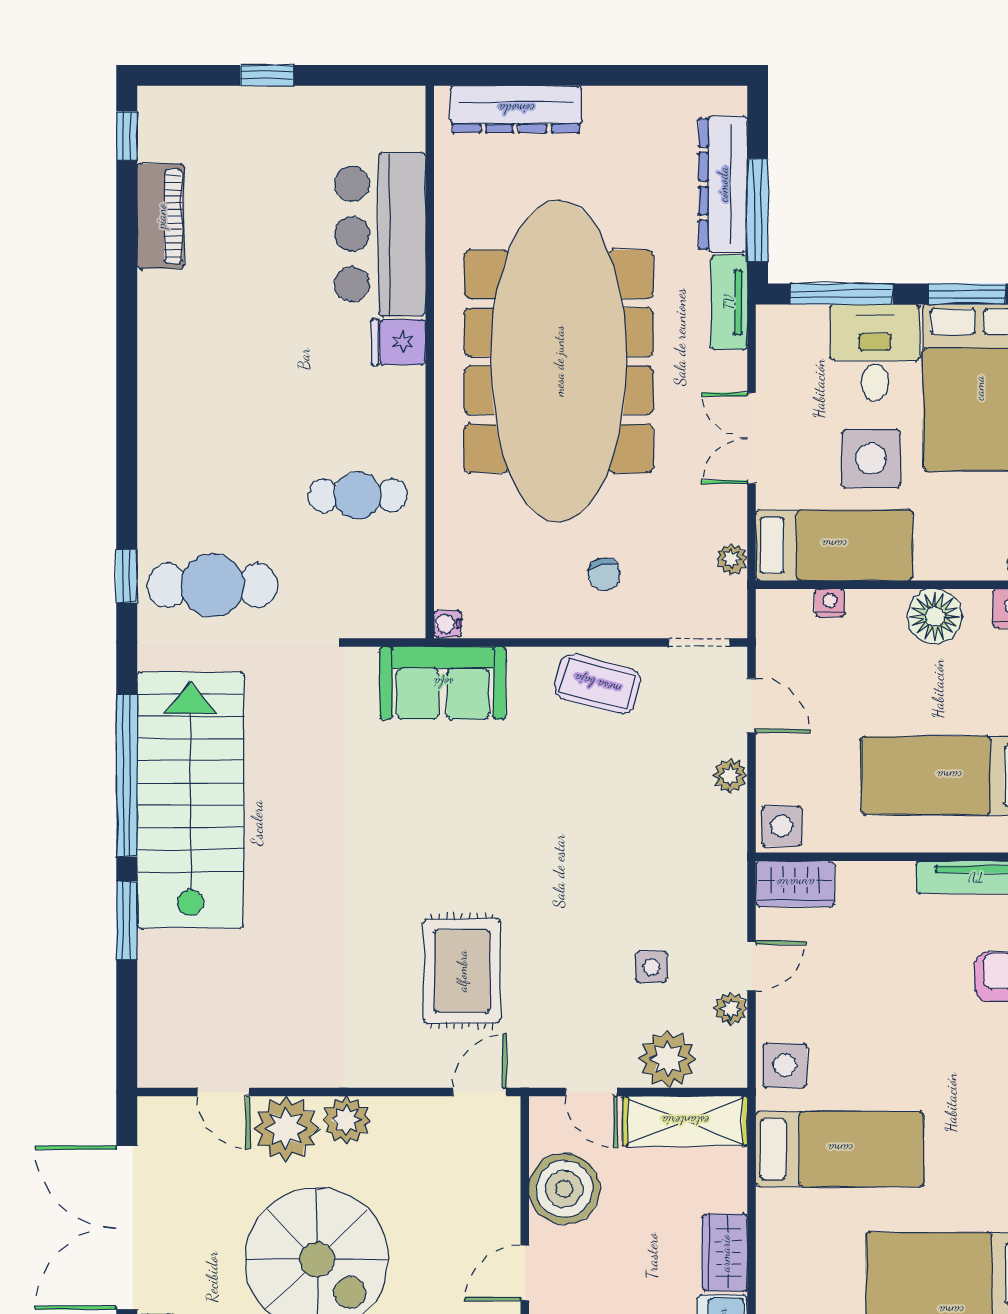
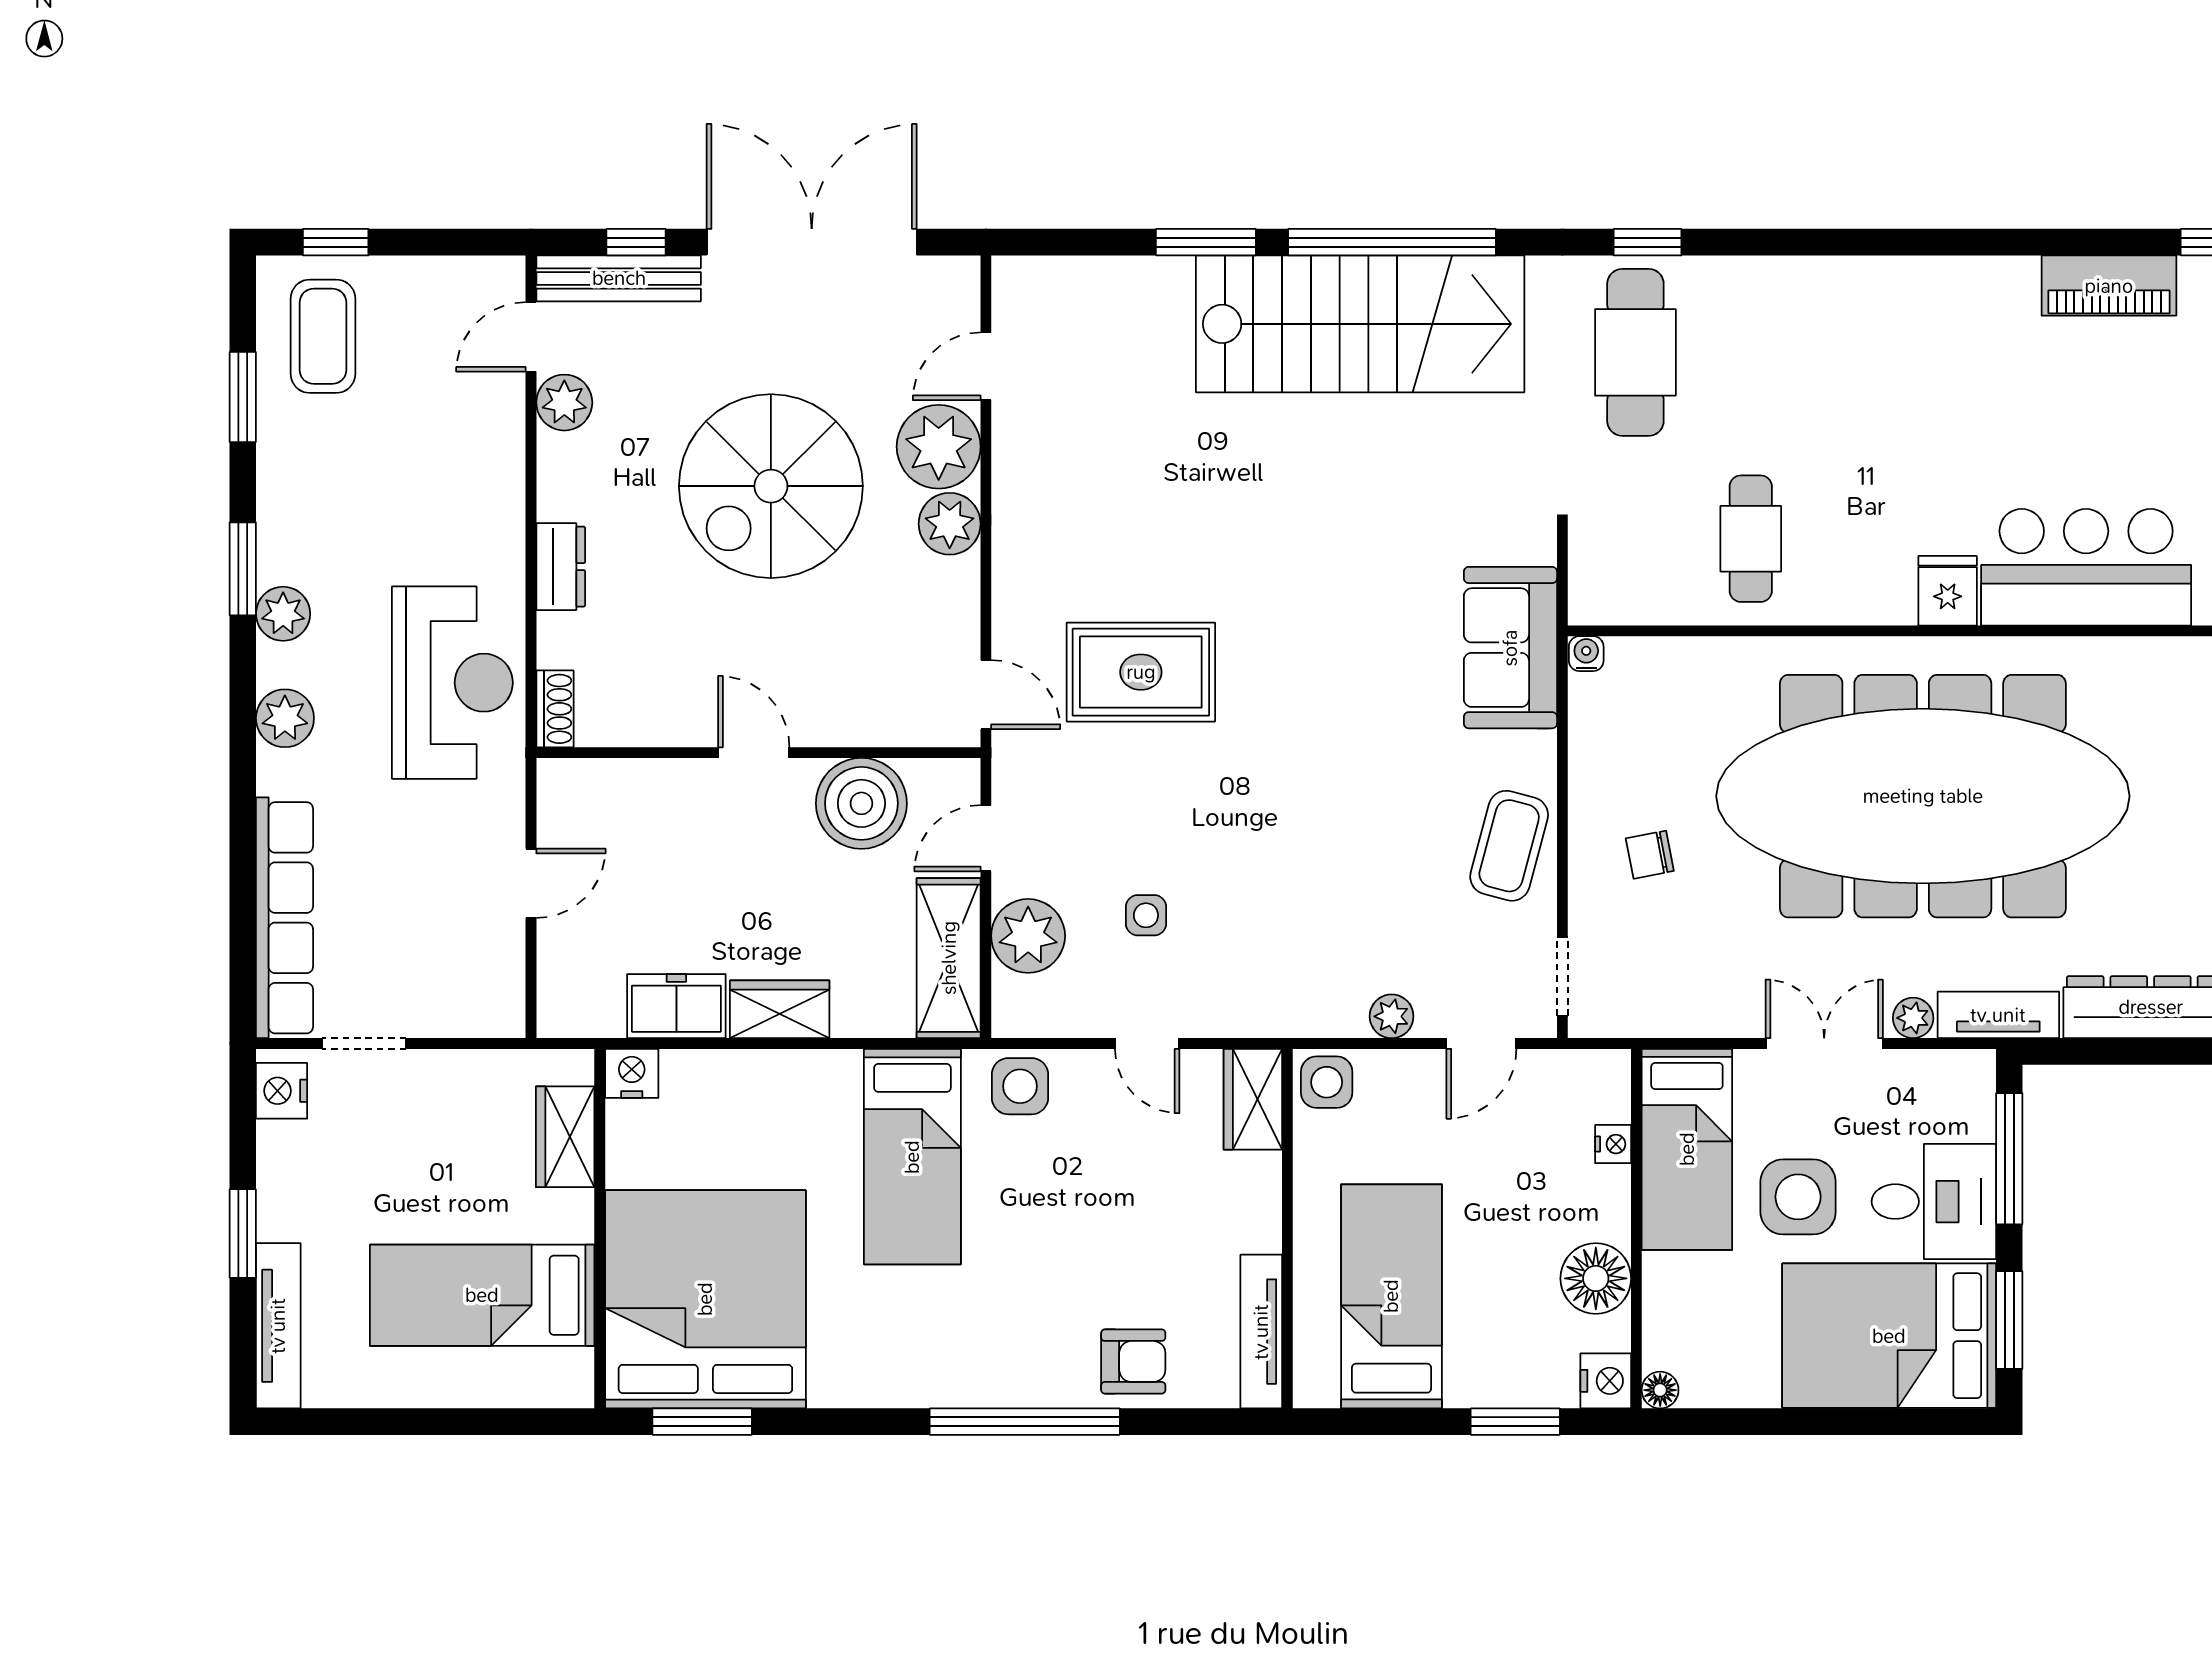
window: (758, 210) -> (2117, 1051), removed
plant: (732, 559) -> (1913, 1018), moved
plant: (731, 1009) -> (1093, 1017), removed

